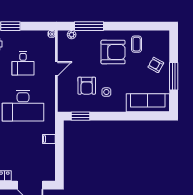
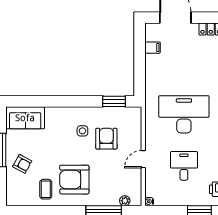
sofa: (148, 103) -> (25, 118), width x0.73
filing cabinet: (49, 139) -> (153, 48), moved

